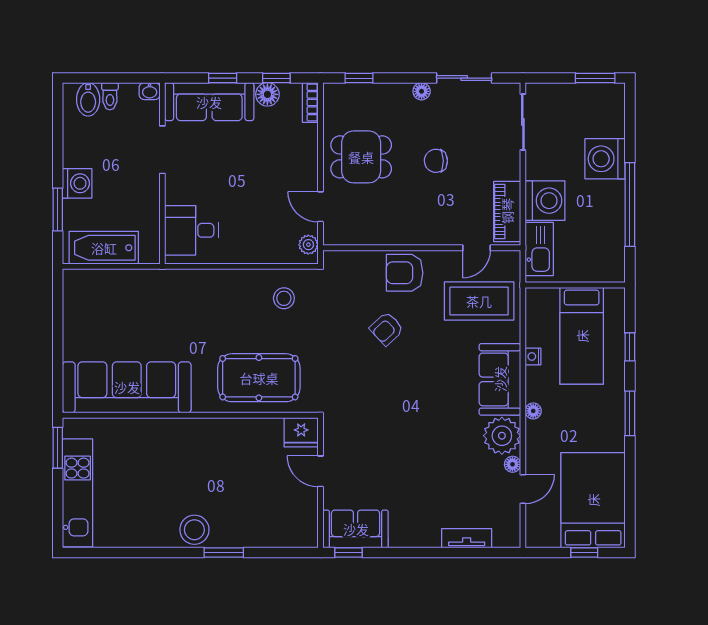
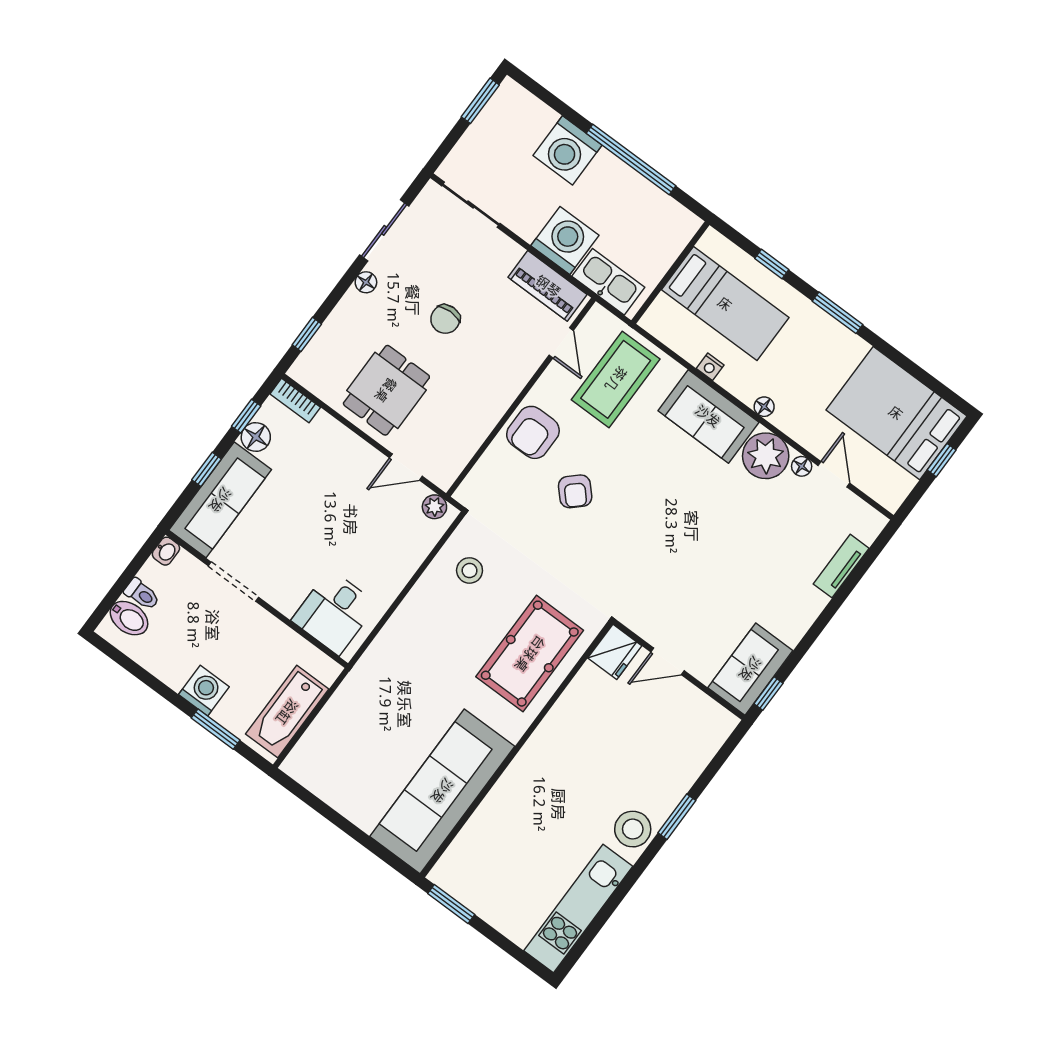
kitchen unit: (78, 493) -> (578, 909), moved, turned -90

